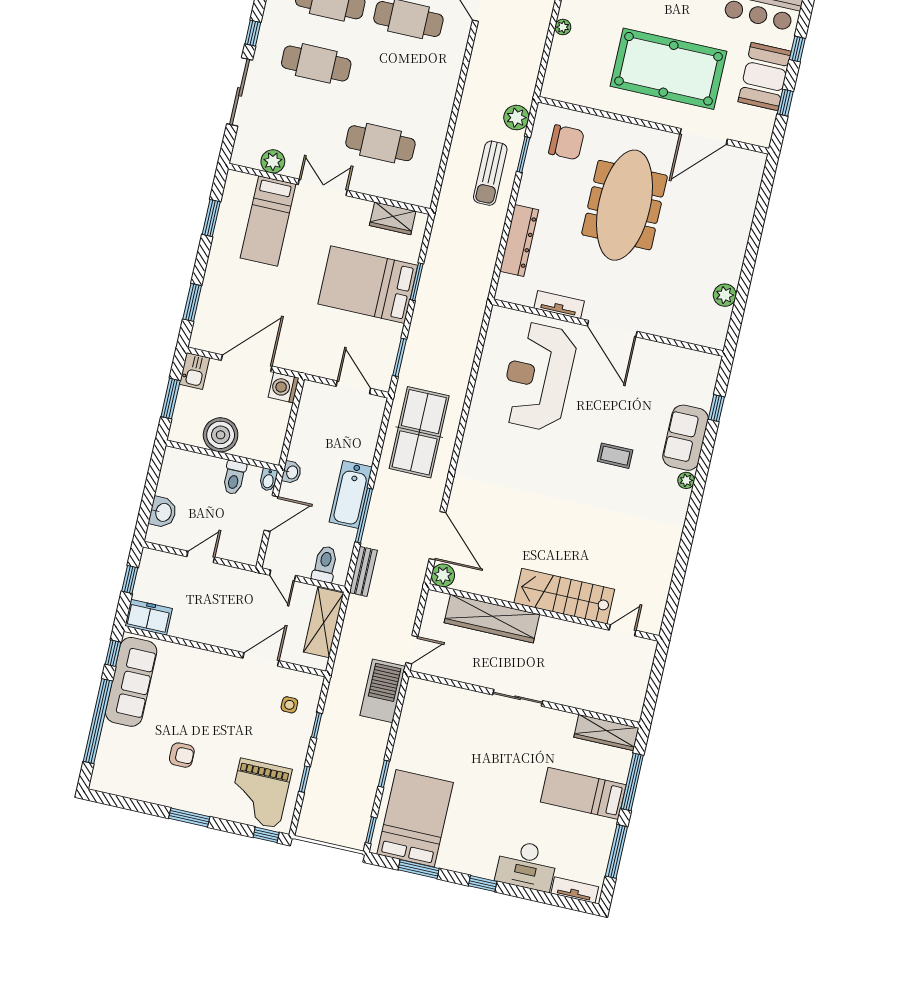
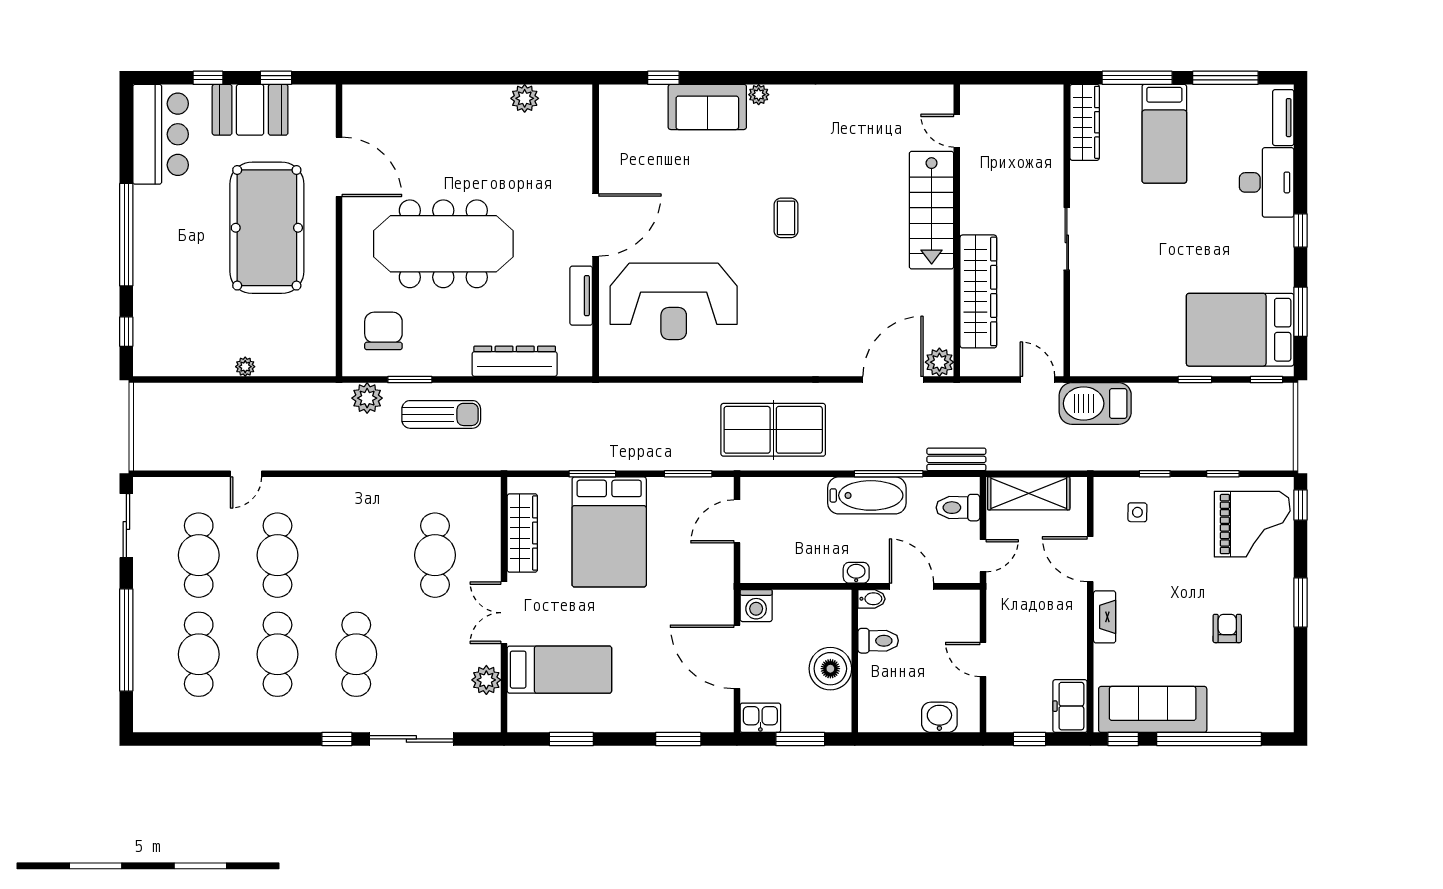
wardrobe: (393, 218) -> (522, 533), width x1.50
coffee table: (615, 456) -> (786, 218), moved
fireplace: (213, 660) -> (1105, 617), added

